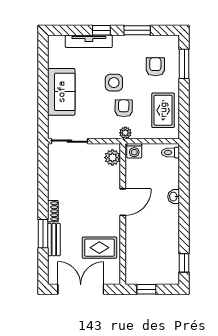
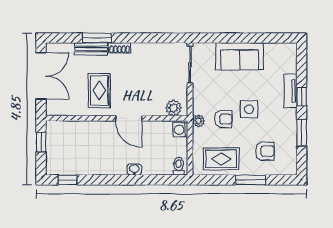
tv unit: (89, 41) -> (291, 91), width x0.71
window: (184, 64) -> (250, 180), moved
rug: (99, 248) -> (99, 90), moved

